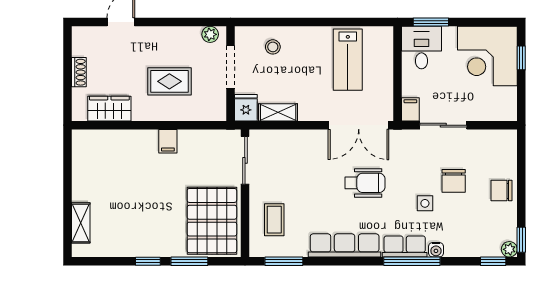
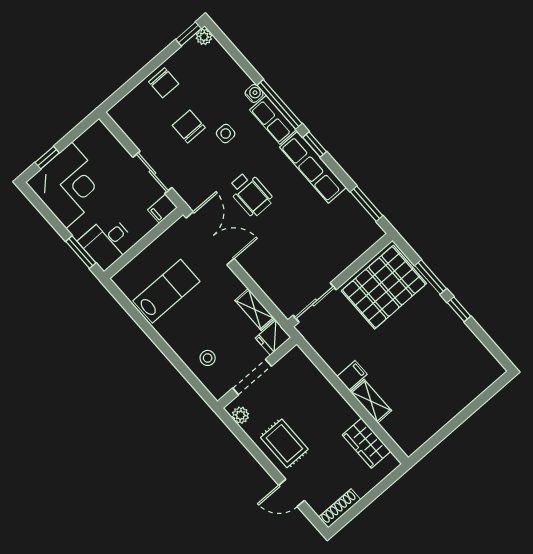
shoe rack: (79, 72) -> (340, 508), moved, width x1.43
rug: (169, 81) -> (284, 443), moved
chair: (454, 181) -> (189, 126), turned -90
wheelchair: (365, 183) -> (251, 194), turned 180
coffee table: (274, 220) -> (341, 239), removed
shelving: (81, 223) -> (371, 401), moved, turned 90
window: (493, 261) -> (315, 144), moved

